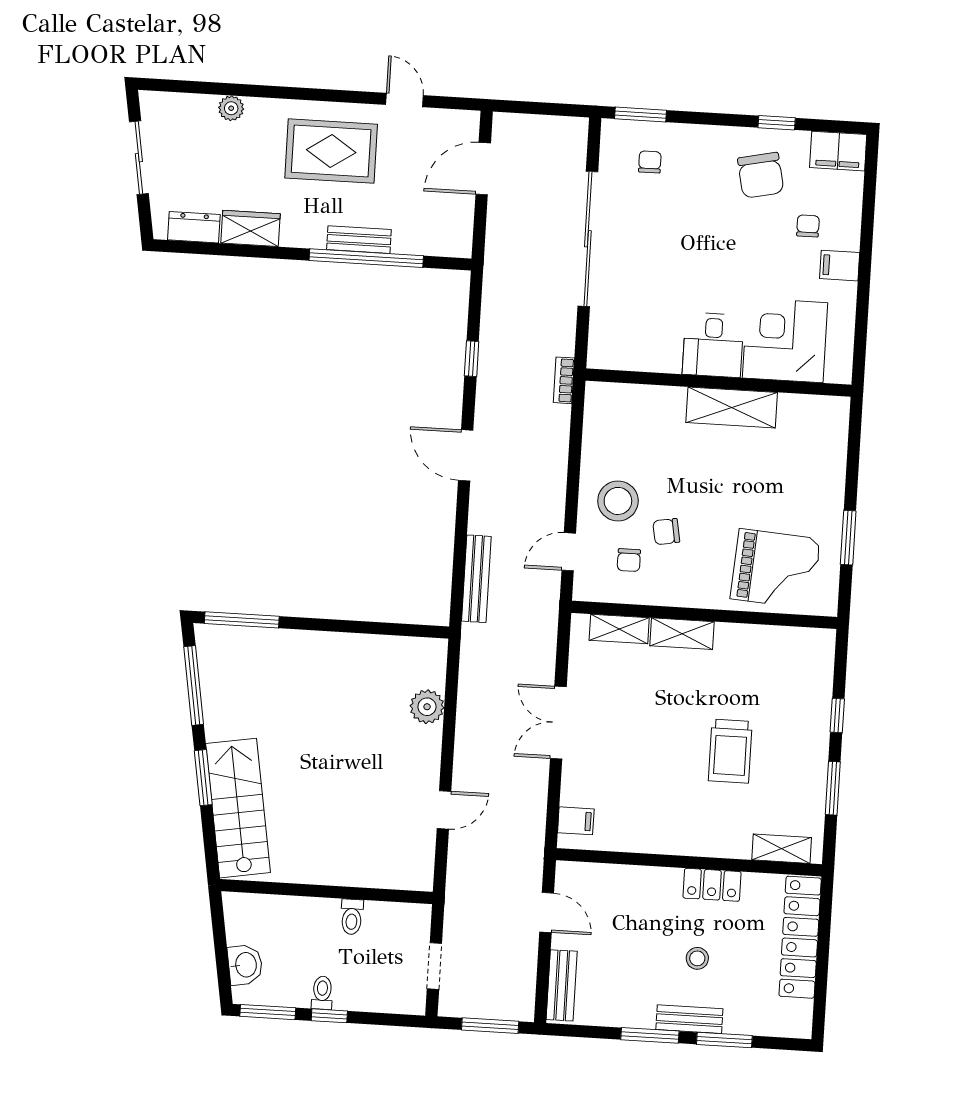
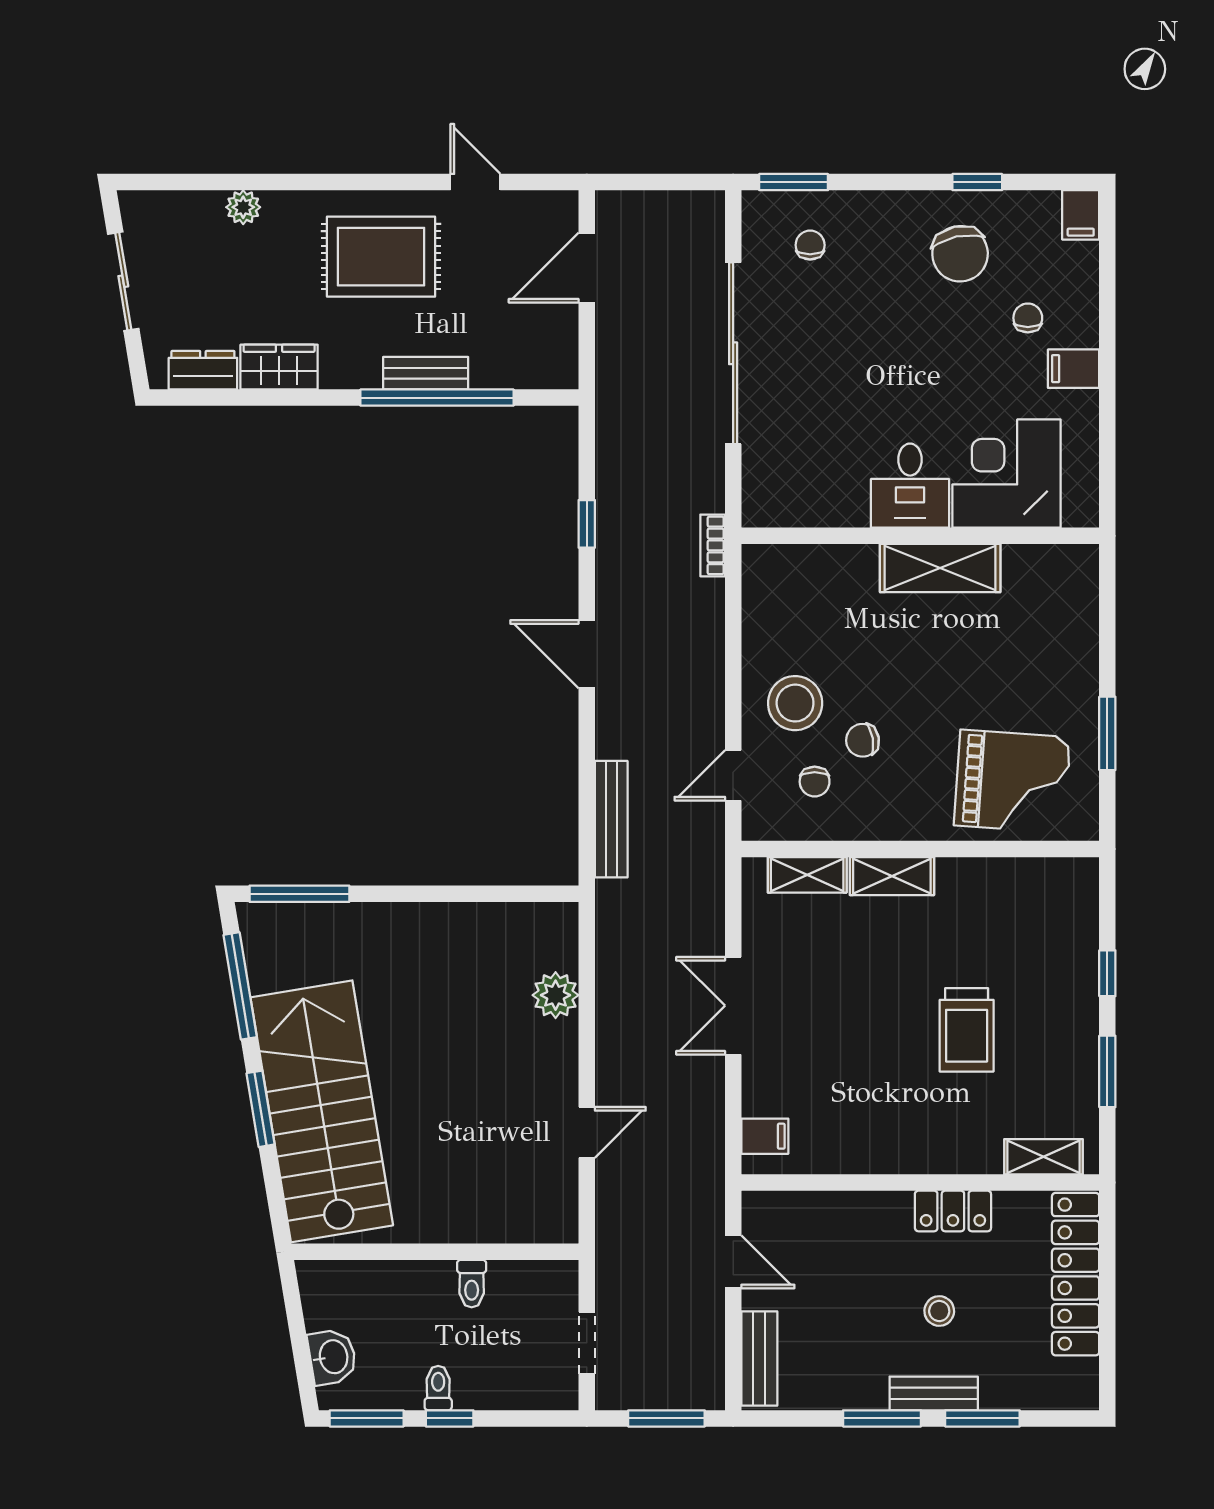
filing cabinet: (838, 151) -> (1081, 215), width x0.50
stairs: (238, 808) -> (322, 1111), width x1.36, depth x1.51

